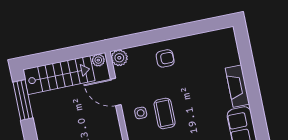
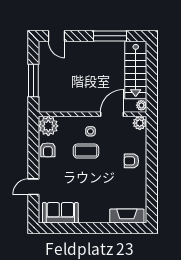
armchair: (165, 58) -> (131, 161), turned 90
fireplace: (237, 86) -> (127, 216), moved
window: (23, 100) -> (110, 36), moved

